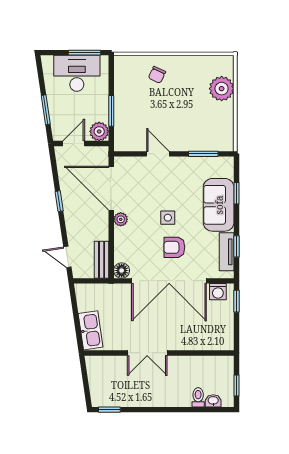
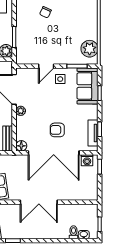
plant: (222, 89) -> (90, 49), moved
door: (158, 154) -> (46, 66), swing flipped
sofa: (219, 205) -> (88, 86), moved
side table: (168, 218) -> (60, 79), moved
double door: (147, 353) -> (39, 202), width x1.37

